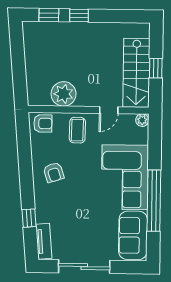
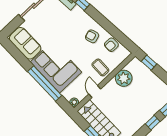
window: (20, 84) -> (149, 63), added
armchair: (43, 123) -> (111, 45), moved
window: (154, 201) -> (45, 83), moved

